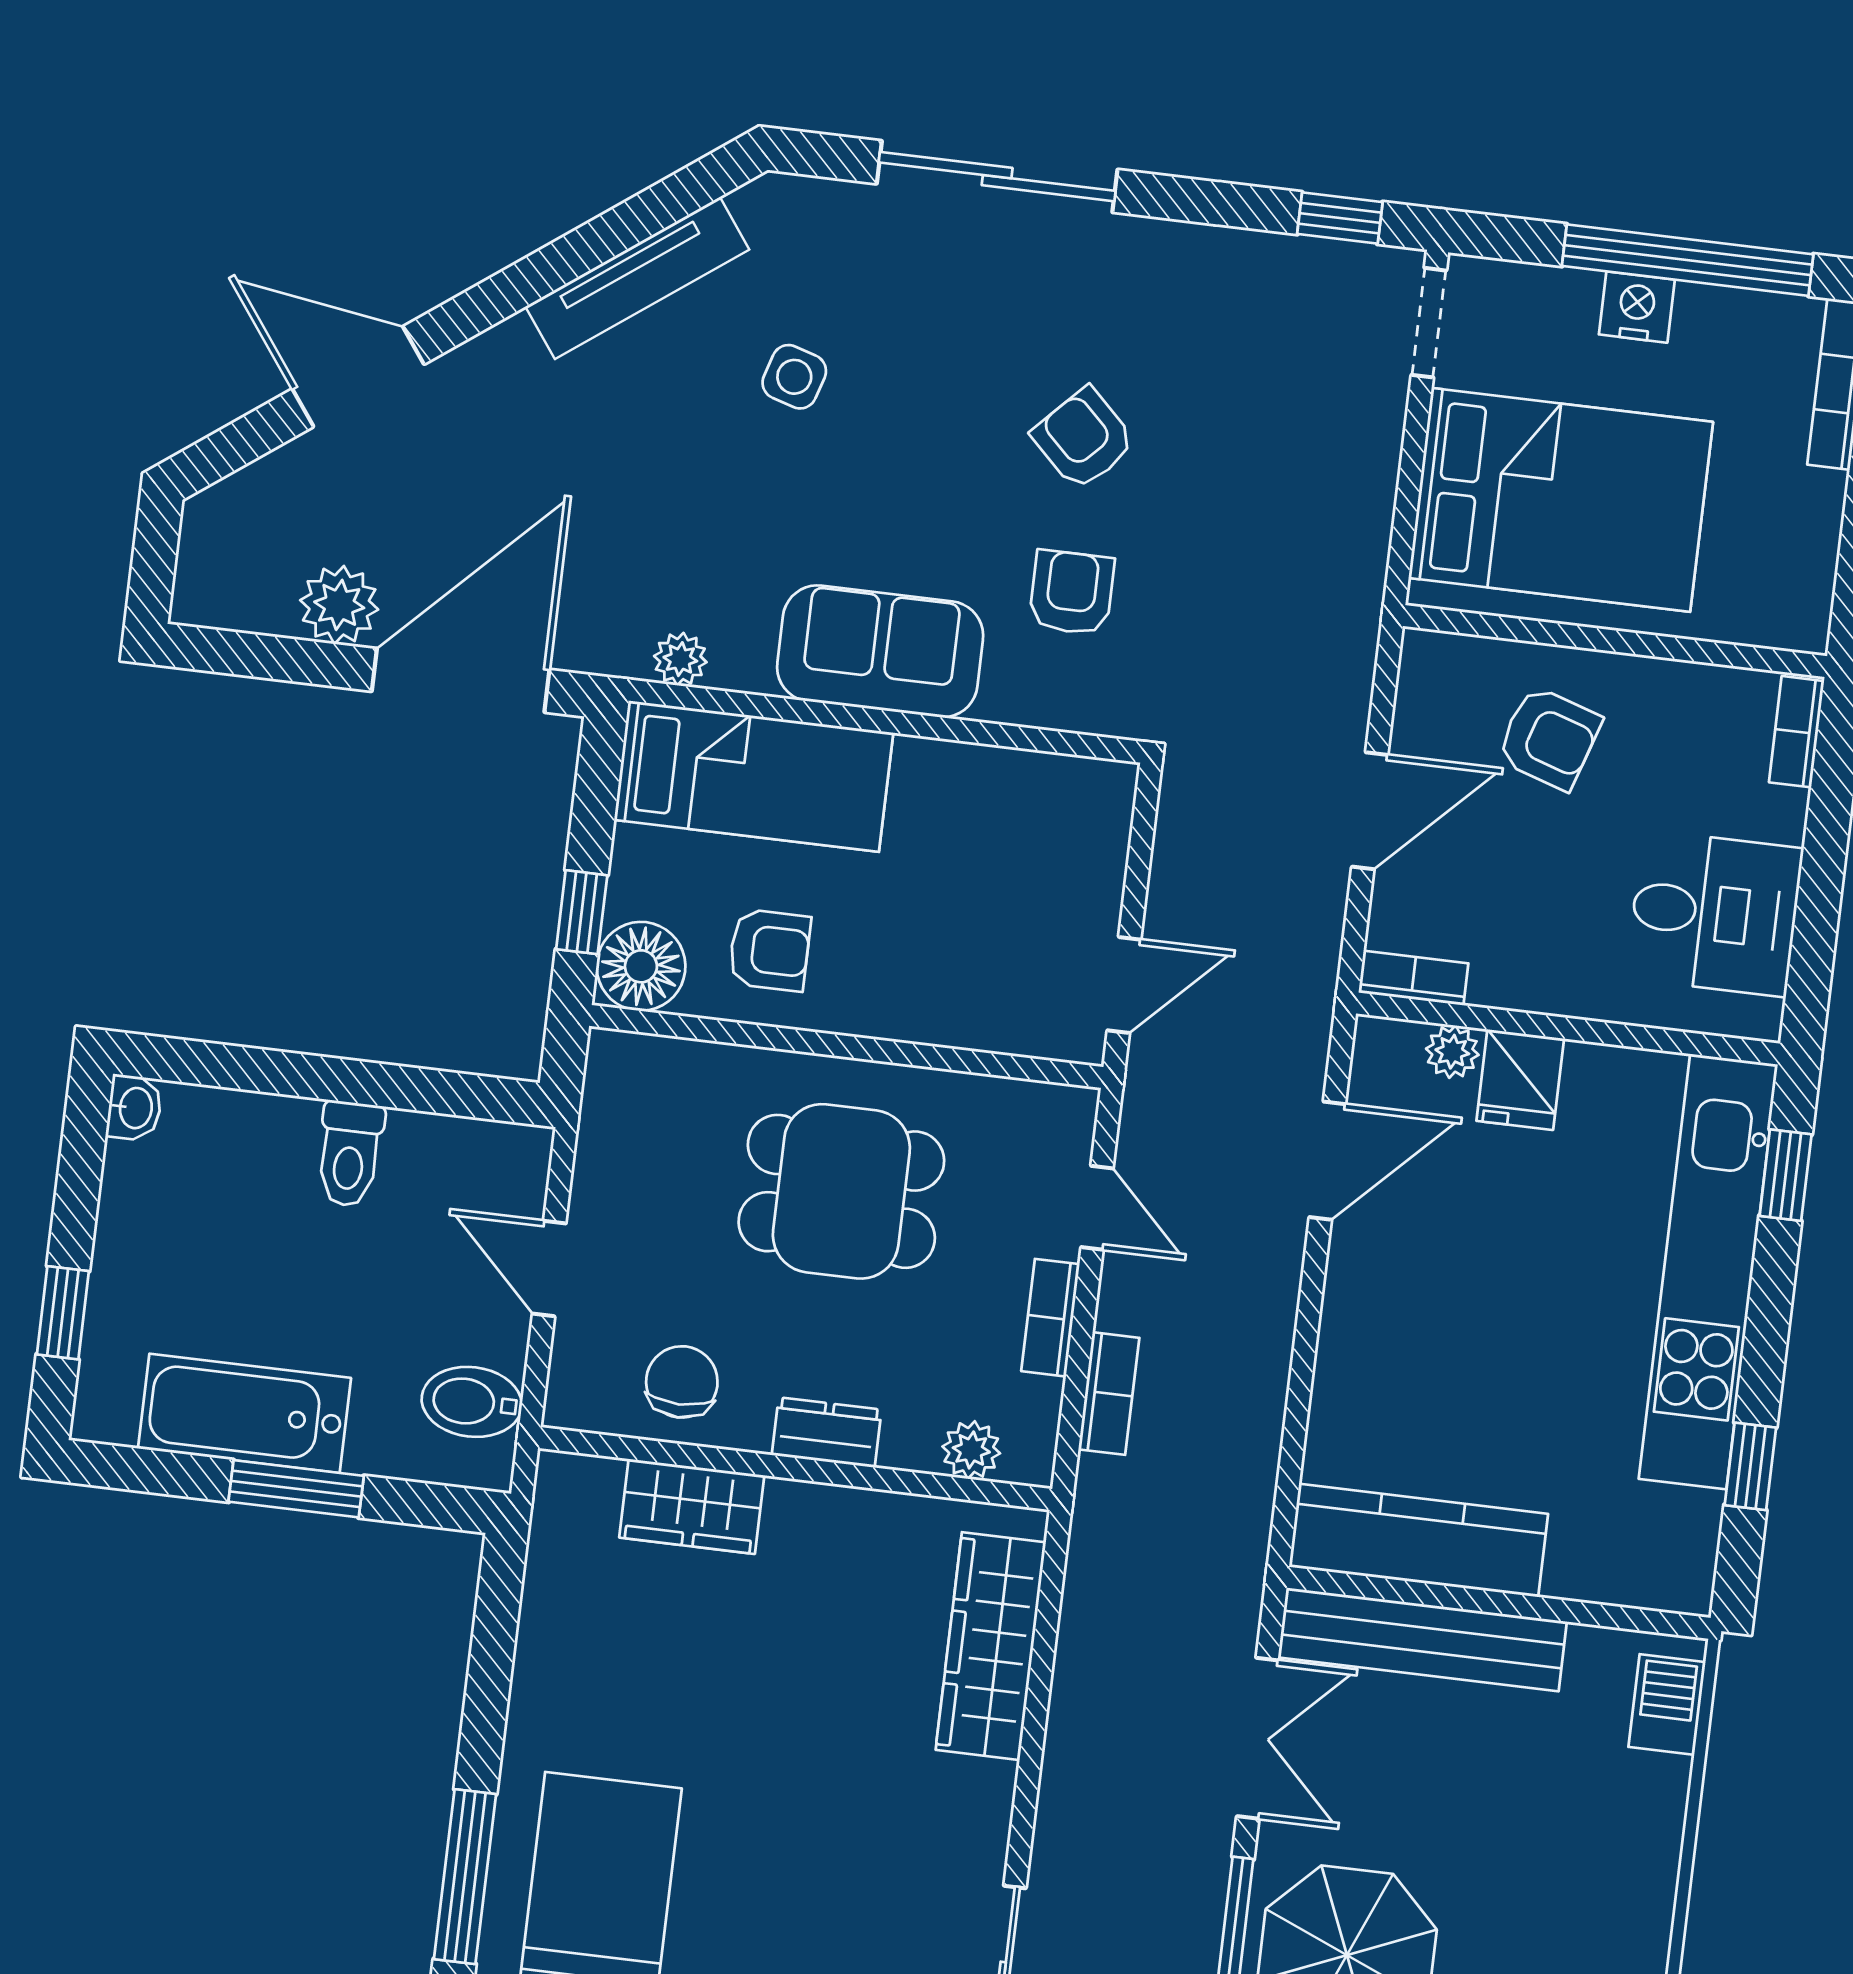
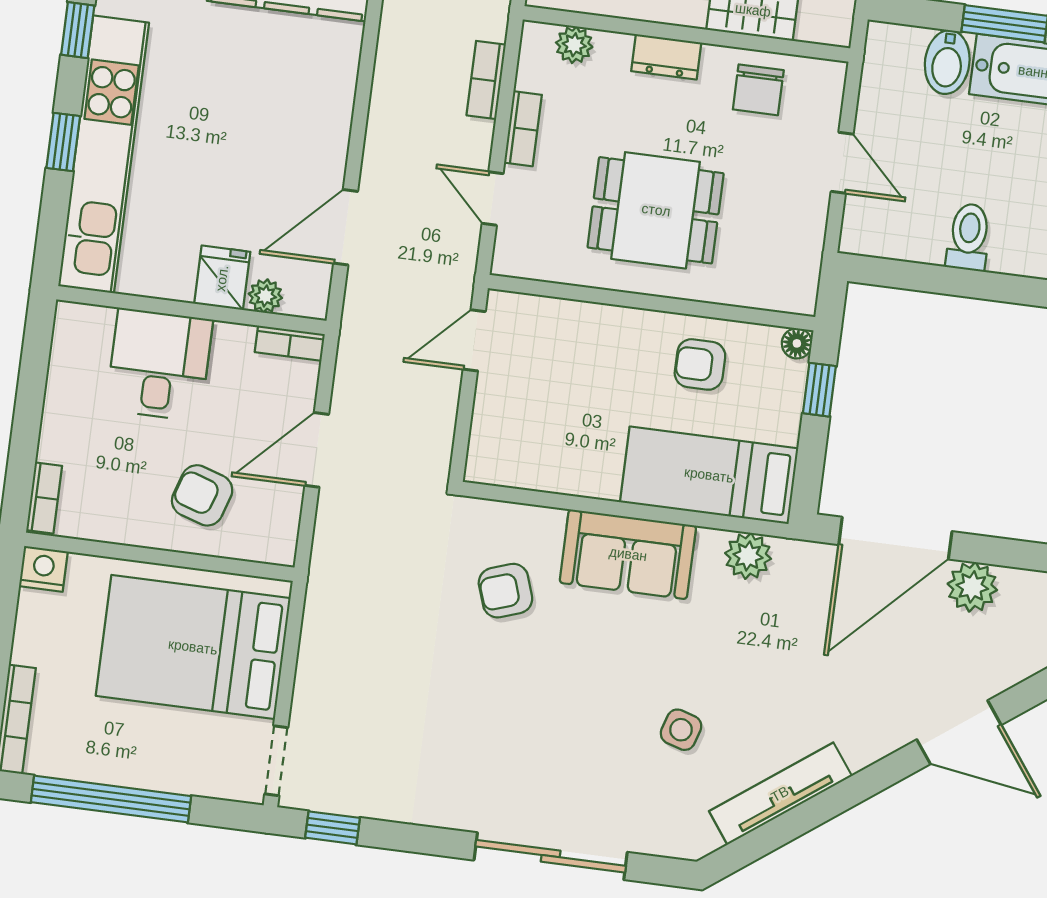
nightstand: (1637, 307) -> (43, 569), moved, turned 180
armchair: (1084, 439) -> (497, 689), removed
armchair: (1072, 593) -> (505, 591), turned 71
plant: (680, 659) -> (748, 556), width x1.38, depth x1.38
desk: (1715, 913) -> (159, 365), moved, turned 90
floor lamp: (641, 966) -> (797, 343), width x0.53, depth x0.53
window: (1786, 1175) -> (63, 142), moved
bidet: (472, 1402) -> (947, 62), moved, turned 90

